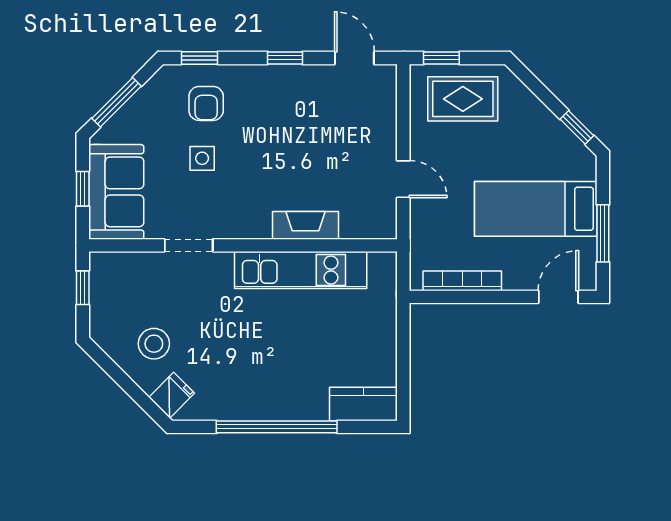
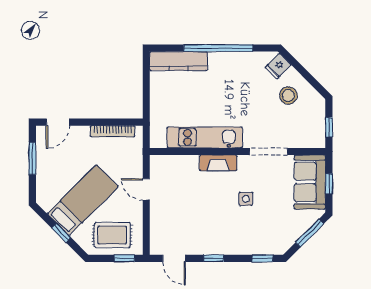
armchair: (206, 103) -> (259, 232), removed
window: (577, 127) -> (61, 233), moved
side table: (202, 158) -> (246, 199), moved
bed: (536, 209) -> (83, 200), moved, turned -45
fireplace: (306, 225) -> (218, 163), moved
doorway: (189, 245) -> (269, 151), width x1.38
kitchen counter: (363, 404) -> (179, 61), width x1.50

